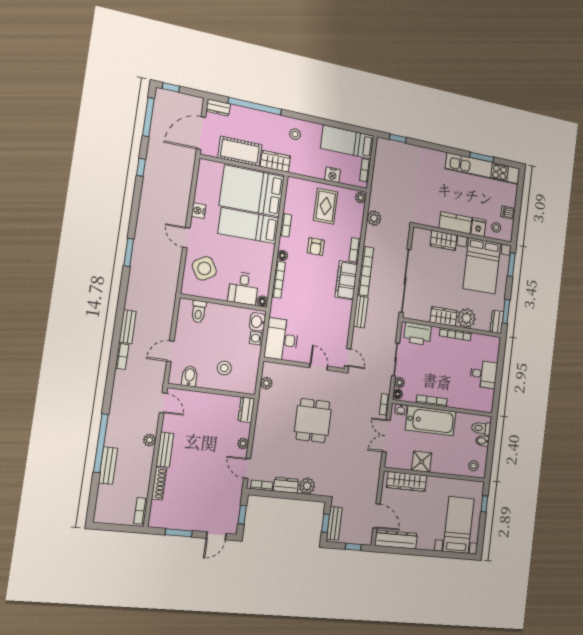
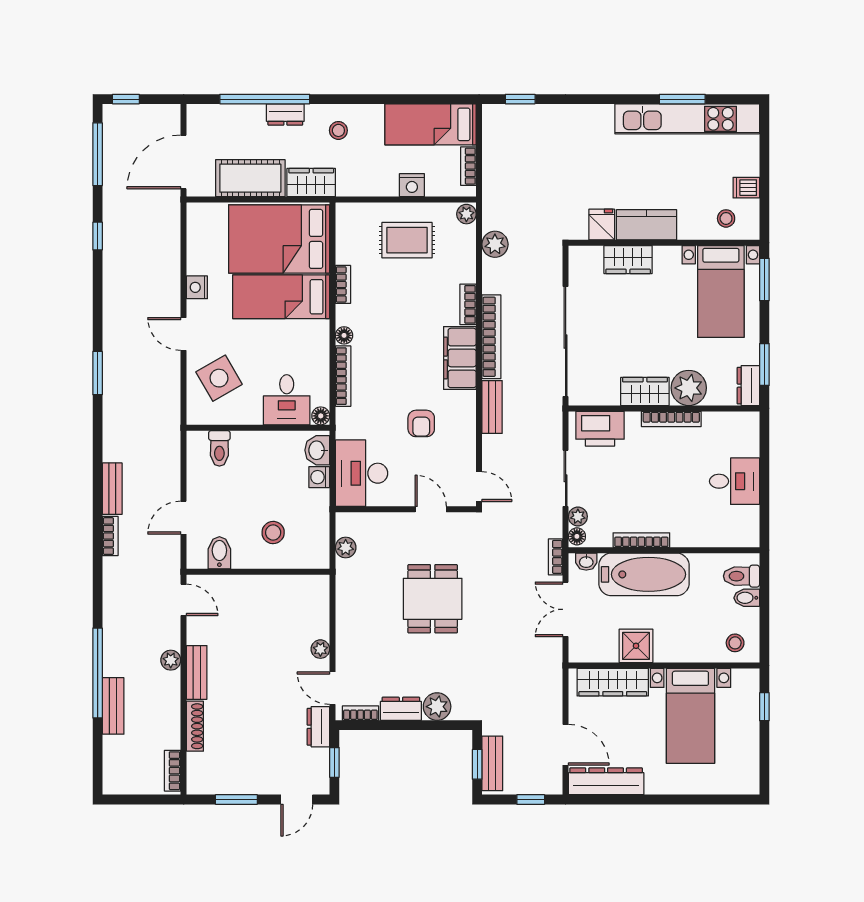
dresser: (218, 108) -> (285, 115), moved
rug: (326, 206) -> (407, 240), turned 90
fridge: (478, 227) -> (602, 225), moved
armchair: (316, 247) -> (421, 423), moved
bed with nightstands: (482, 266) -> (721, 291), width x0.73
dresser: (246, 410) -> (318, 727), moved
bed with nightstands: (459, 525) -> (690, 716), moved, turned 180

